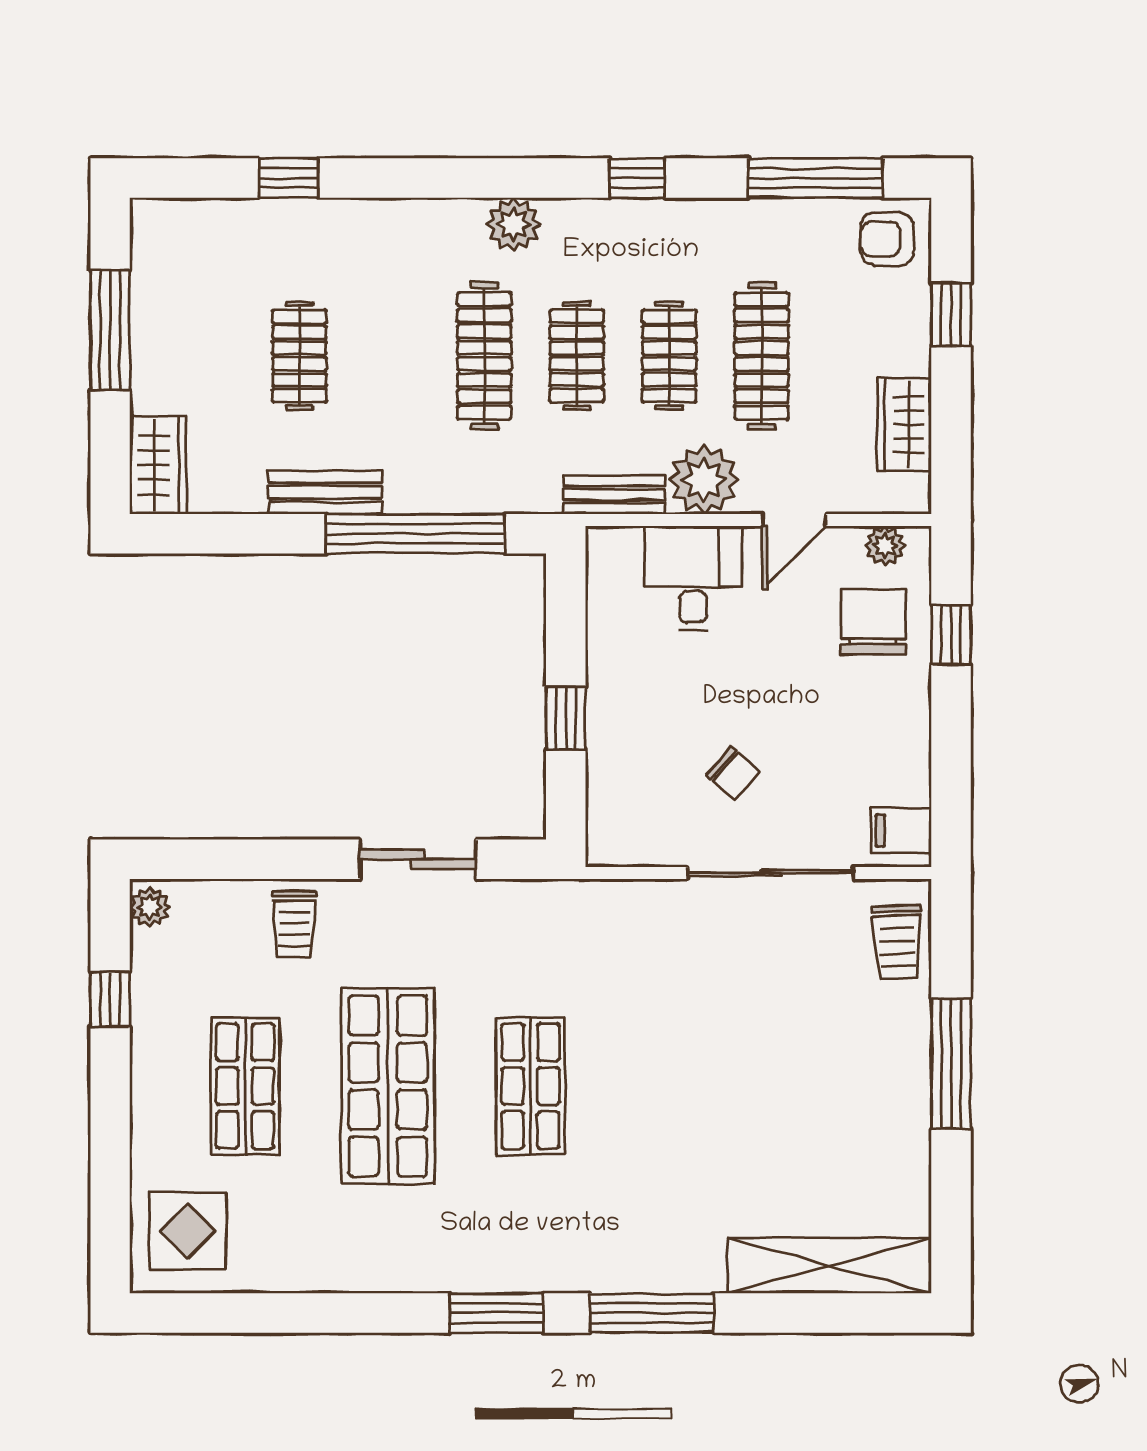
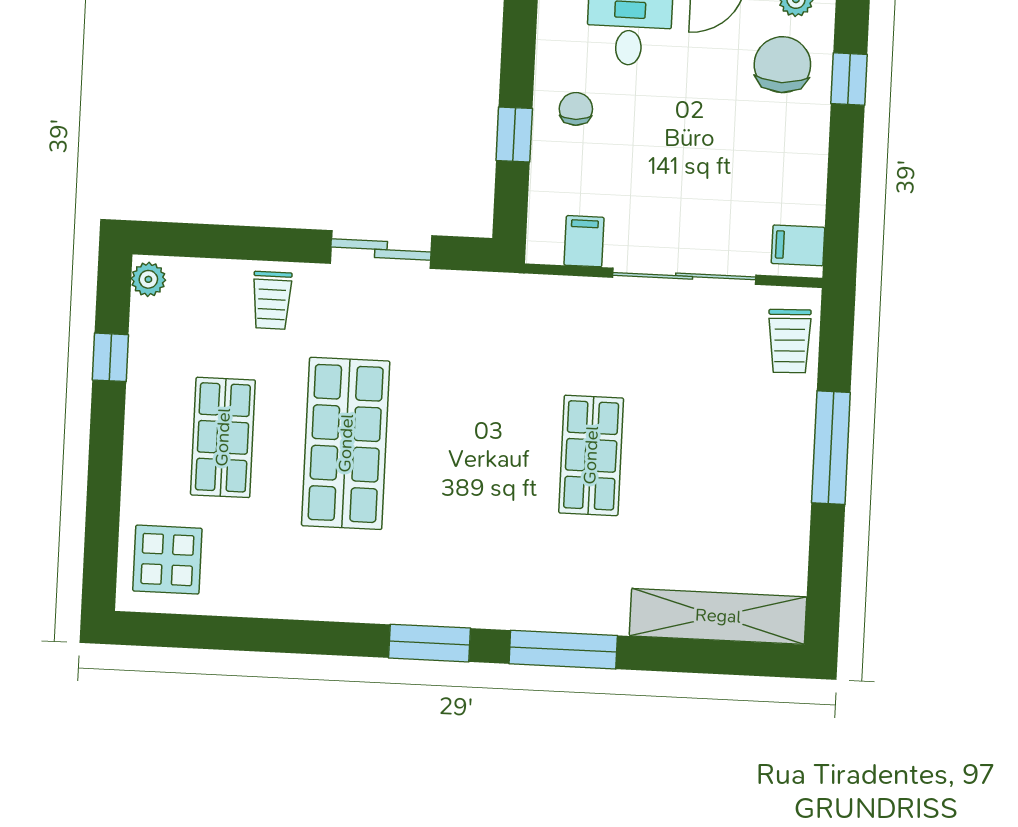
chair: (733, 773) -> (576, 109), moved, turned -134
filing cabinet: (653, 838) -> (584, 241), added
shop shelf: (531, 1086) -> (591, 455), moved

